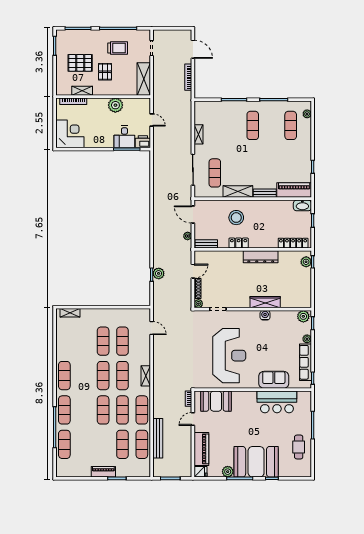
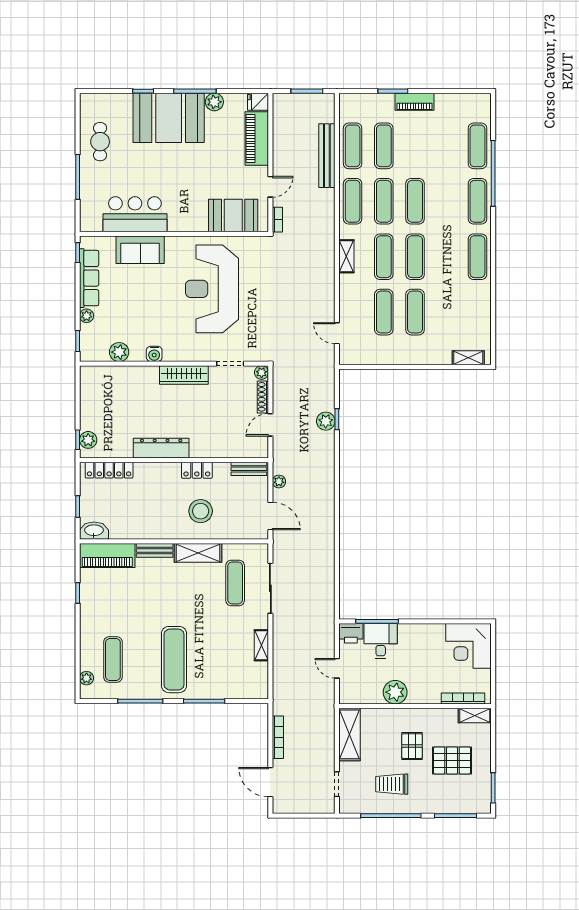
shelving: (82, 91) -> (475, 715), moved
exercise mat: (253, 125) -> (174, 660), width x1.36, depth x1.45
wardrobe: (265, 302) -> (184, 375), moved
plant: (303, 316) -> (119, 352), moved

